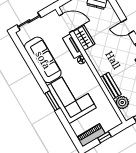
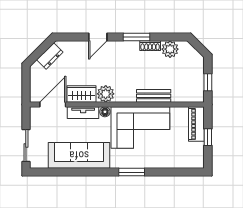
corner sofa: (71, 97) -> (140, 128), moved, turned 180
plant: (122, 102) -> (106, 94), moved
piano: (91, 135) -> (196, 124), moved

